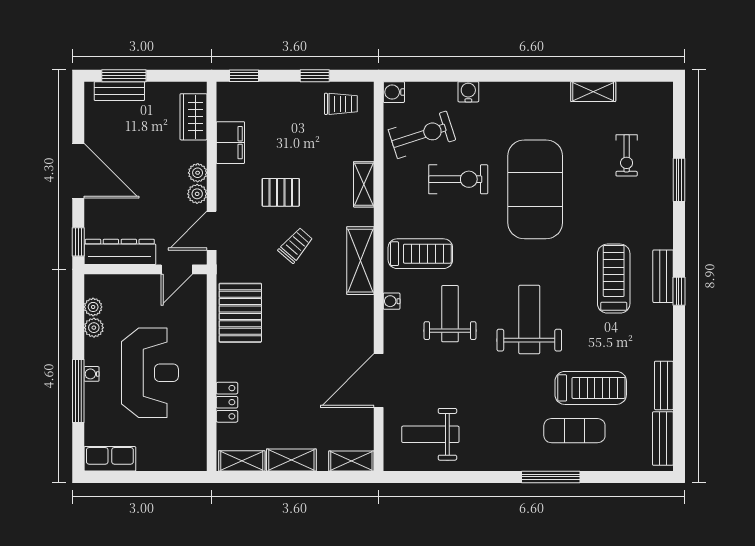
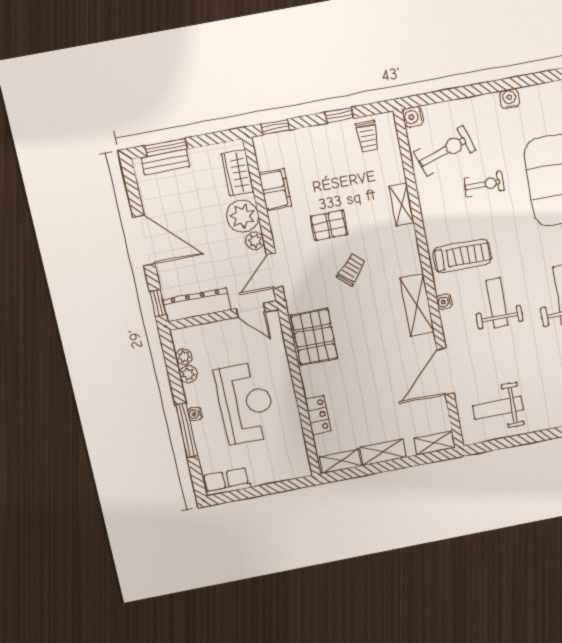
water cooler: (468, 92) -> (509, 99), moved
trolley: (341, 104) -> (367, 136), turned 90
plant: (198, 173) -> (243, 216), width x1.88, depth x1.88
exercise bike: (458, 179) -> (484, 184), width x0.73, depth x0.72
shelving: (360, 261) -> (417, 305), moved
door: (177, 269) -> (251, 310), hinge flipped

